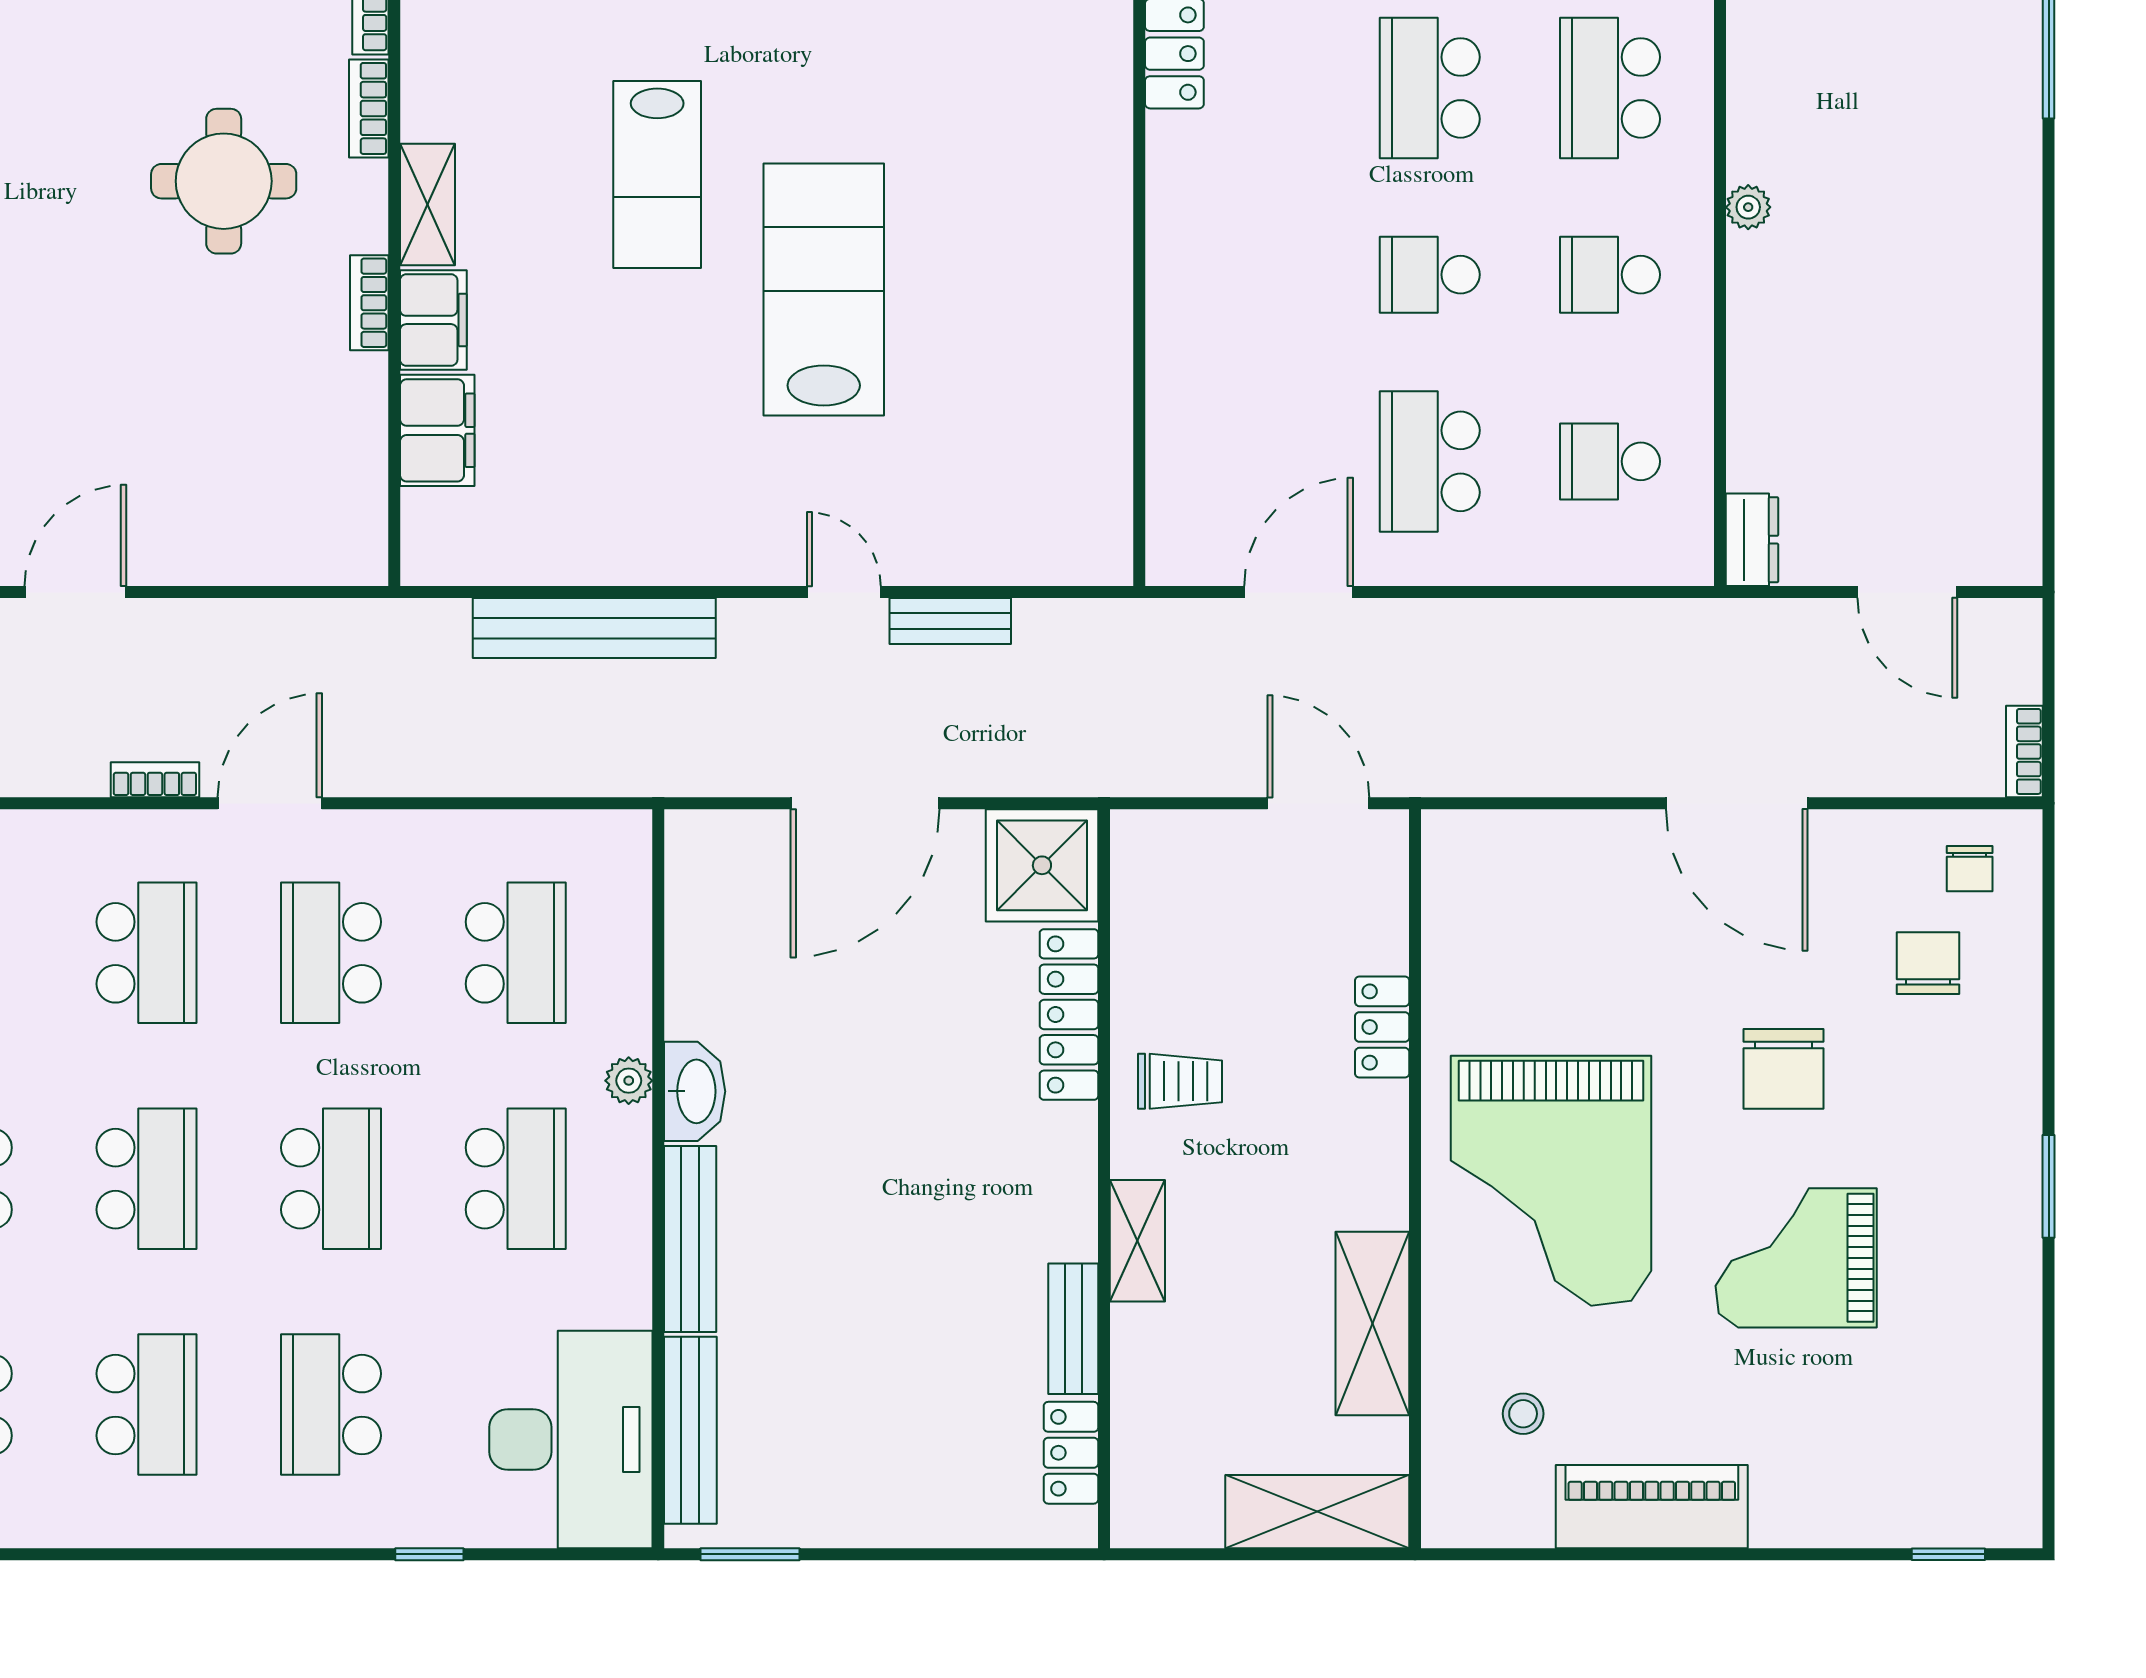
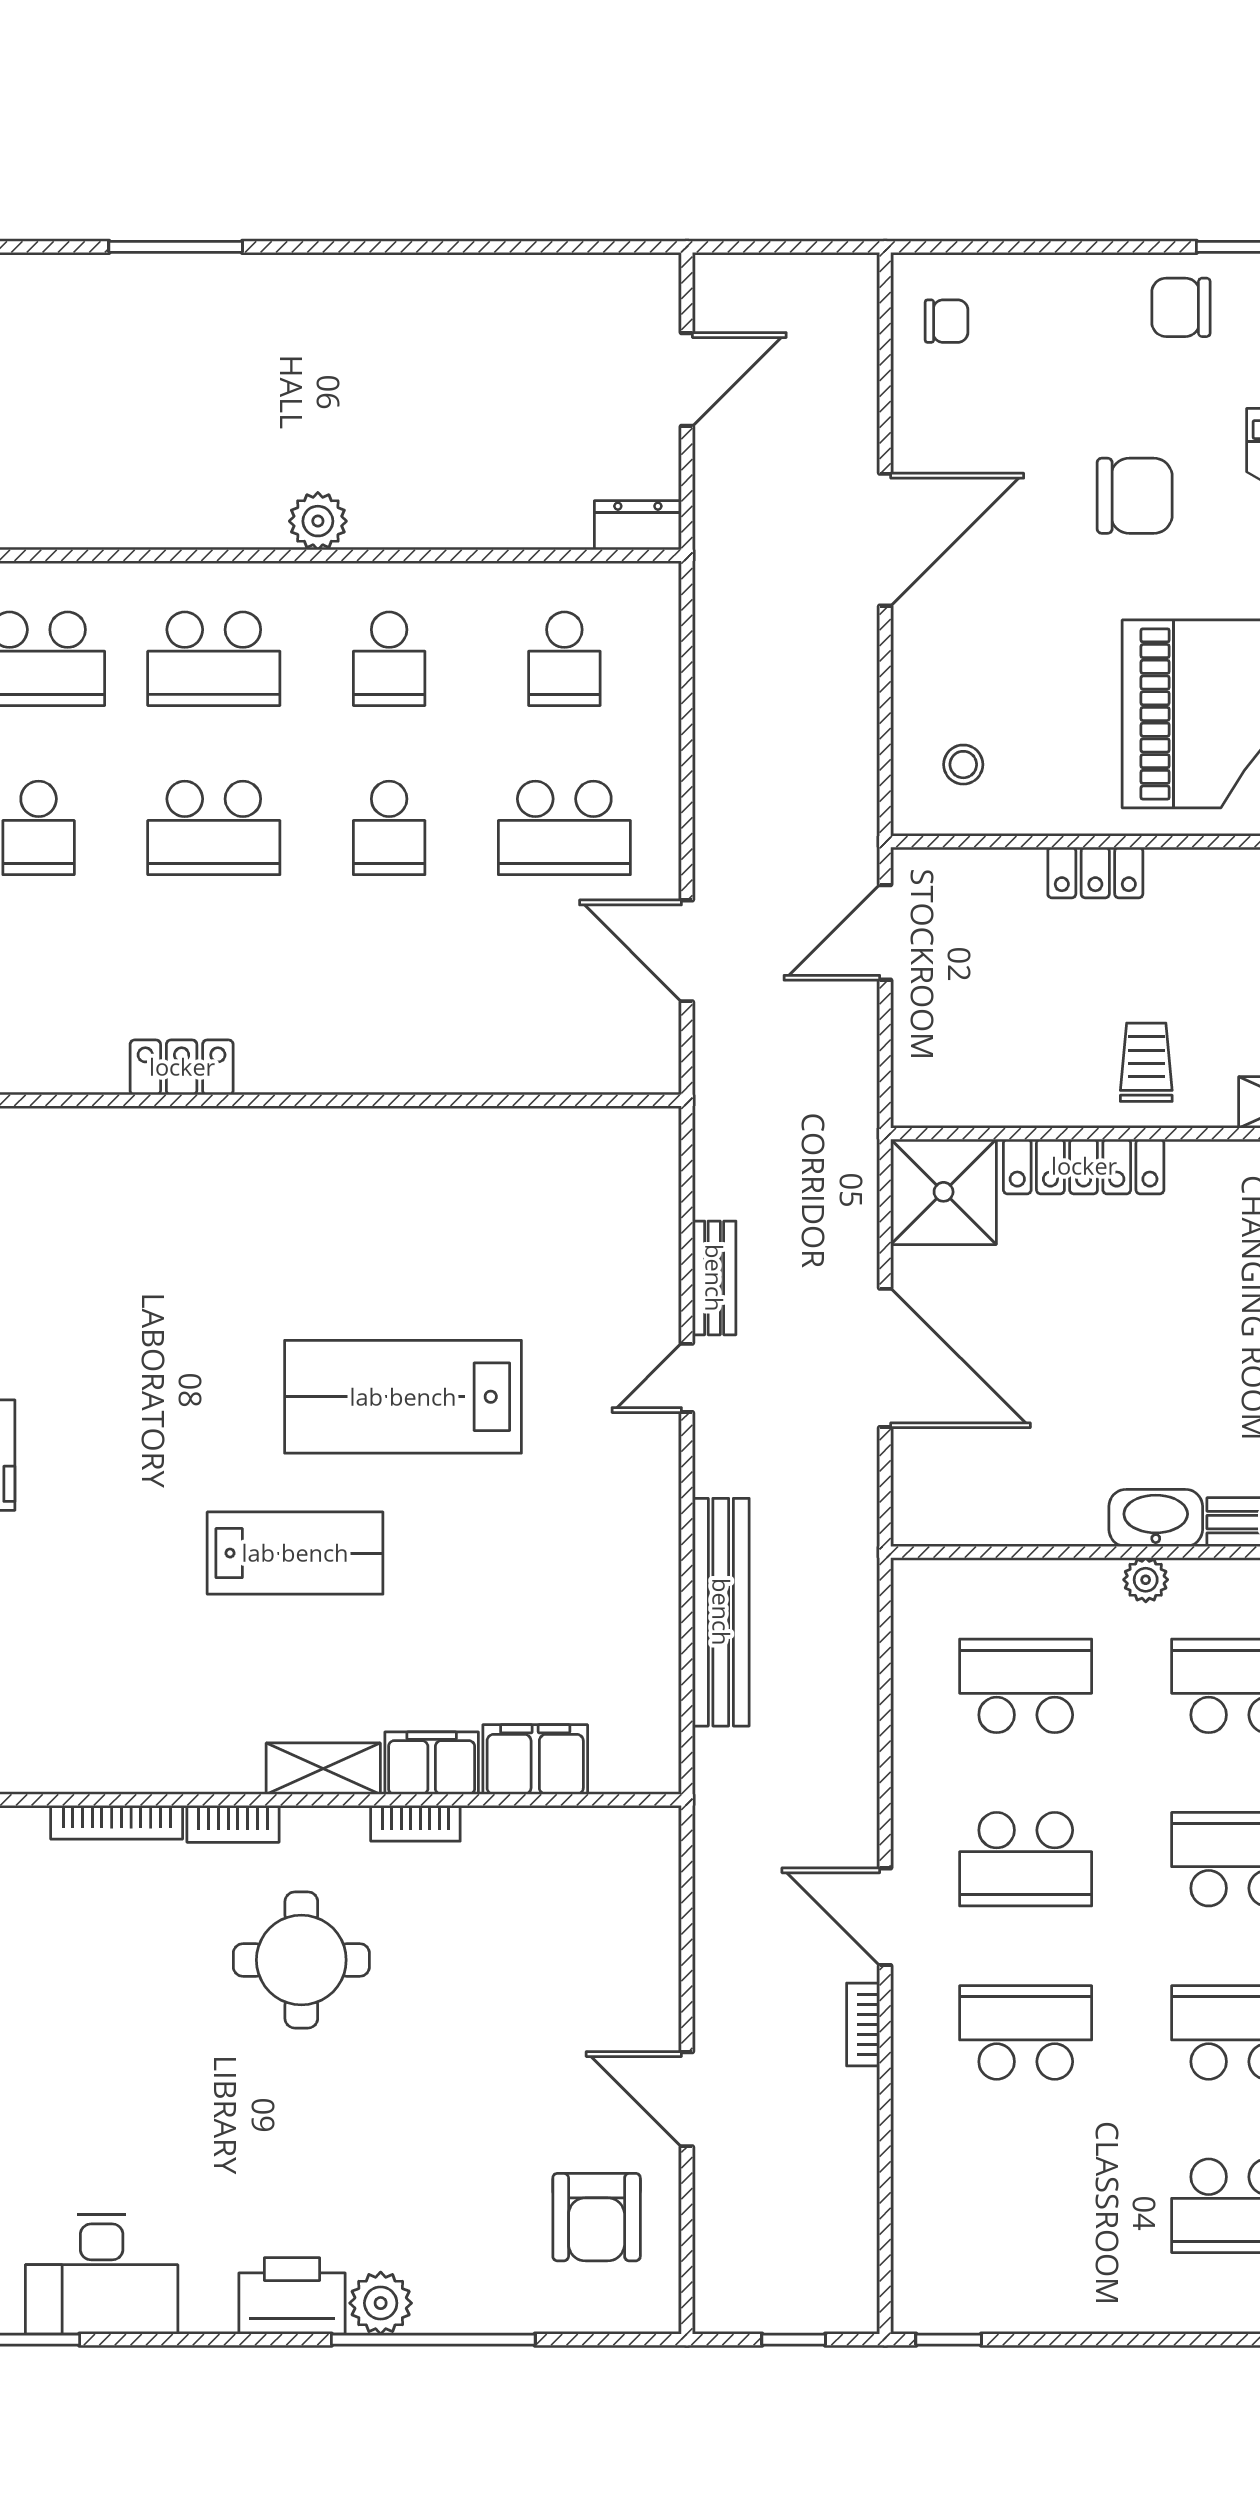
plant: (1748, 207) -> (318, 521), width x1.38, depth x1.38
bookcase: (2024, 751) -> (837, 270), removed
stool: (1497, 886) -> (963, 765), added
chair: (1928, 963) -> (1181, 307), moved

